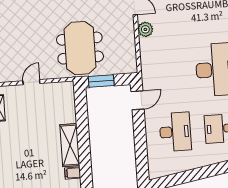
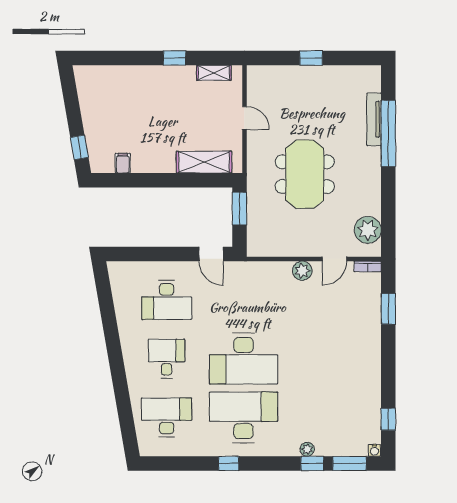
meeting table: (80, 48) -> (305, 174), moved, turned 90
shelving: (70, 145) -> (204, 162), moved

